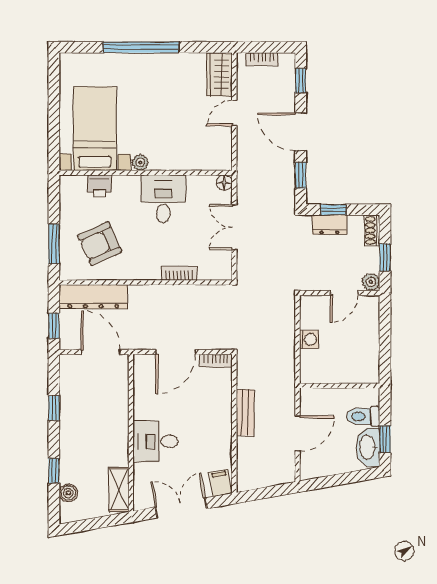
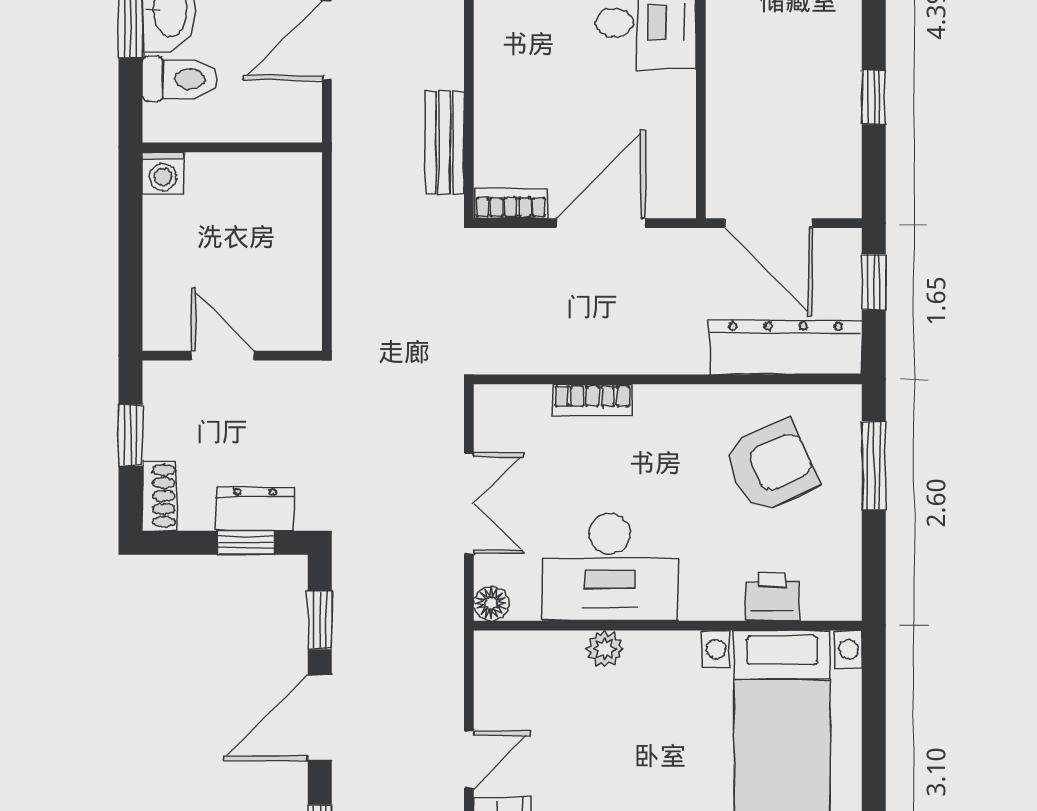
door: (301, 132) -> (320, 717), swing flipped
plant: (140, 162) -> (605, 649), moved
desk: (163, 199) -> (610, 567), width x1.37
plant: (371, 282) -> (162, 380), removed
door: (344, 293) -> (223, 356), hinge flipped
washing machine: (309, 339) -> (163, 173), moved, turned -90
bench: (245, 412) -> (444, 143), moved

